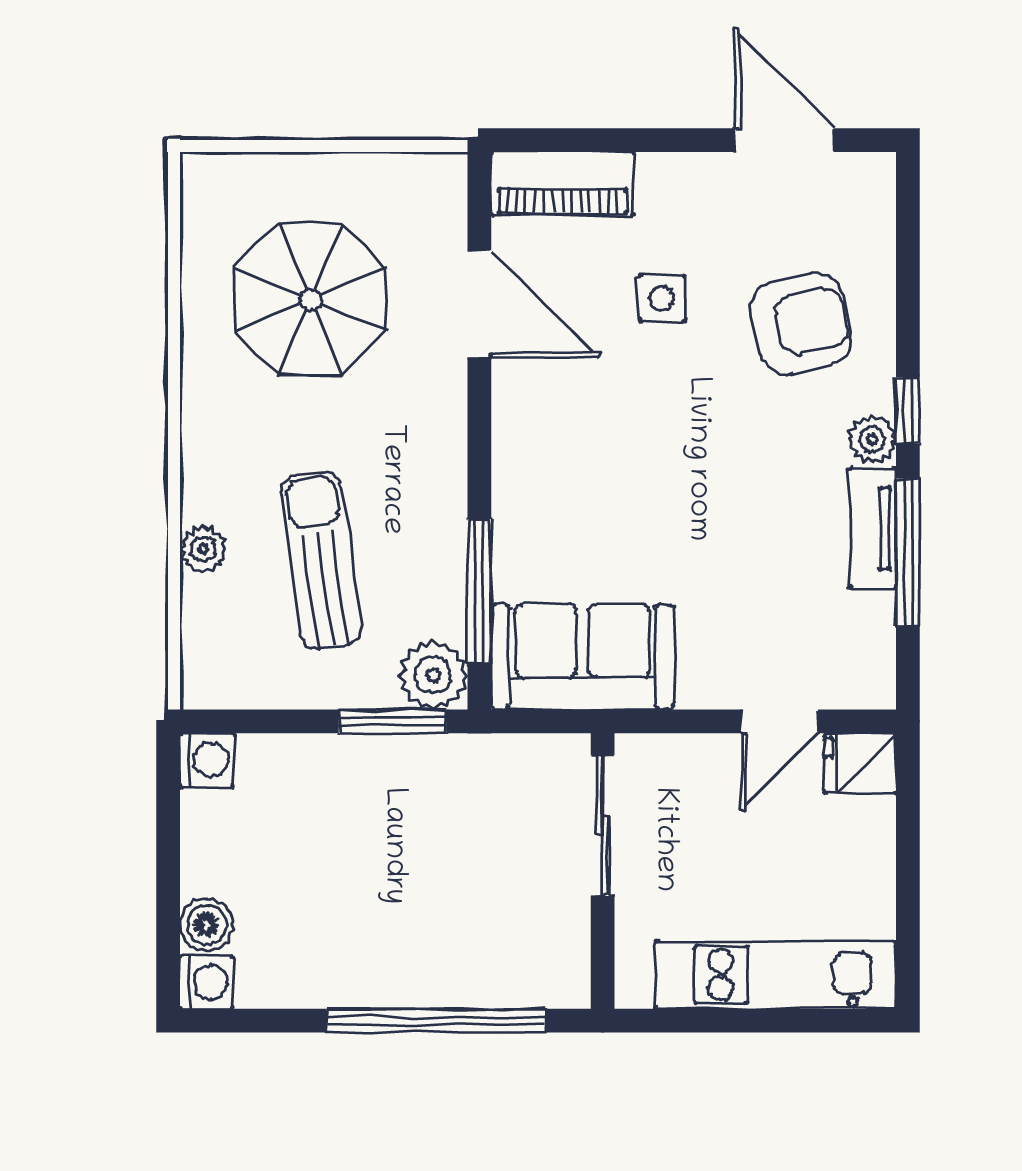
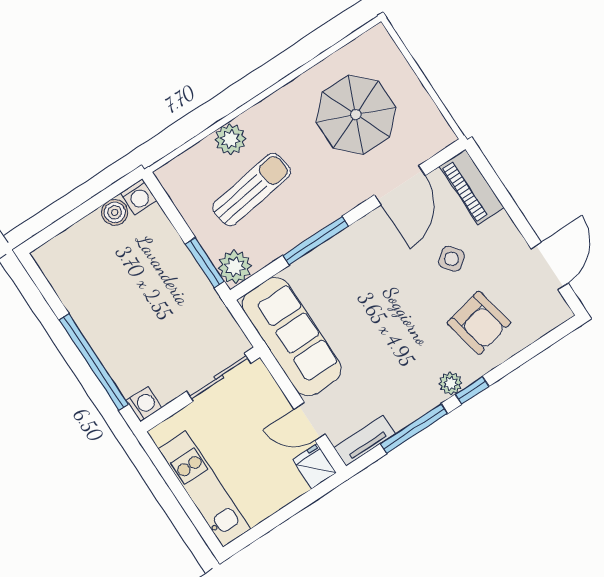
side table: (662, 299) -> (452, 259), turned -38
tv unit: (873, 528) -> (365, 441), moved
plant: (203, 549) -> (230, 139), width x1.38, depth x1.38
window: (479, 591) -> (316, 241), moved
sofa: (582, 657) -> (292, 337), width x1.36
boiler: (206, 925) -> (115, 212), moved
washing machine: (206, 982) -> (144, 404), moved, turned -90

